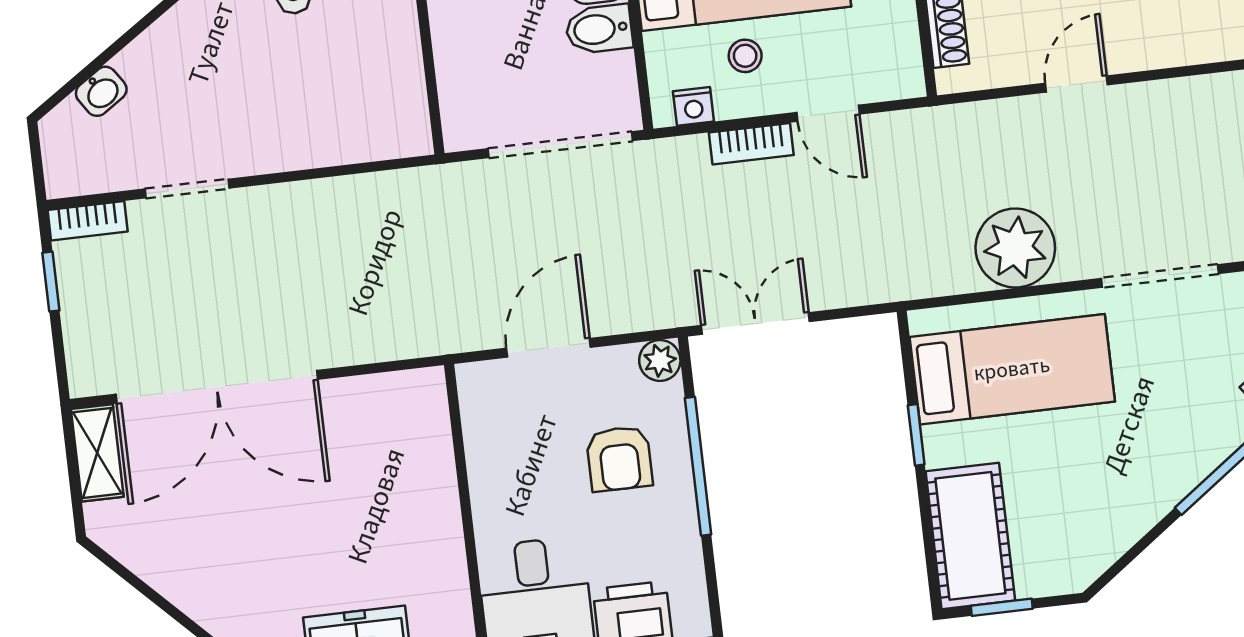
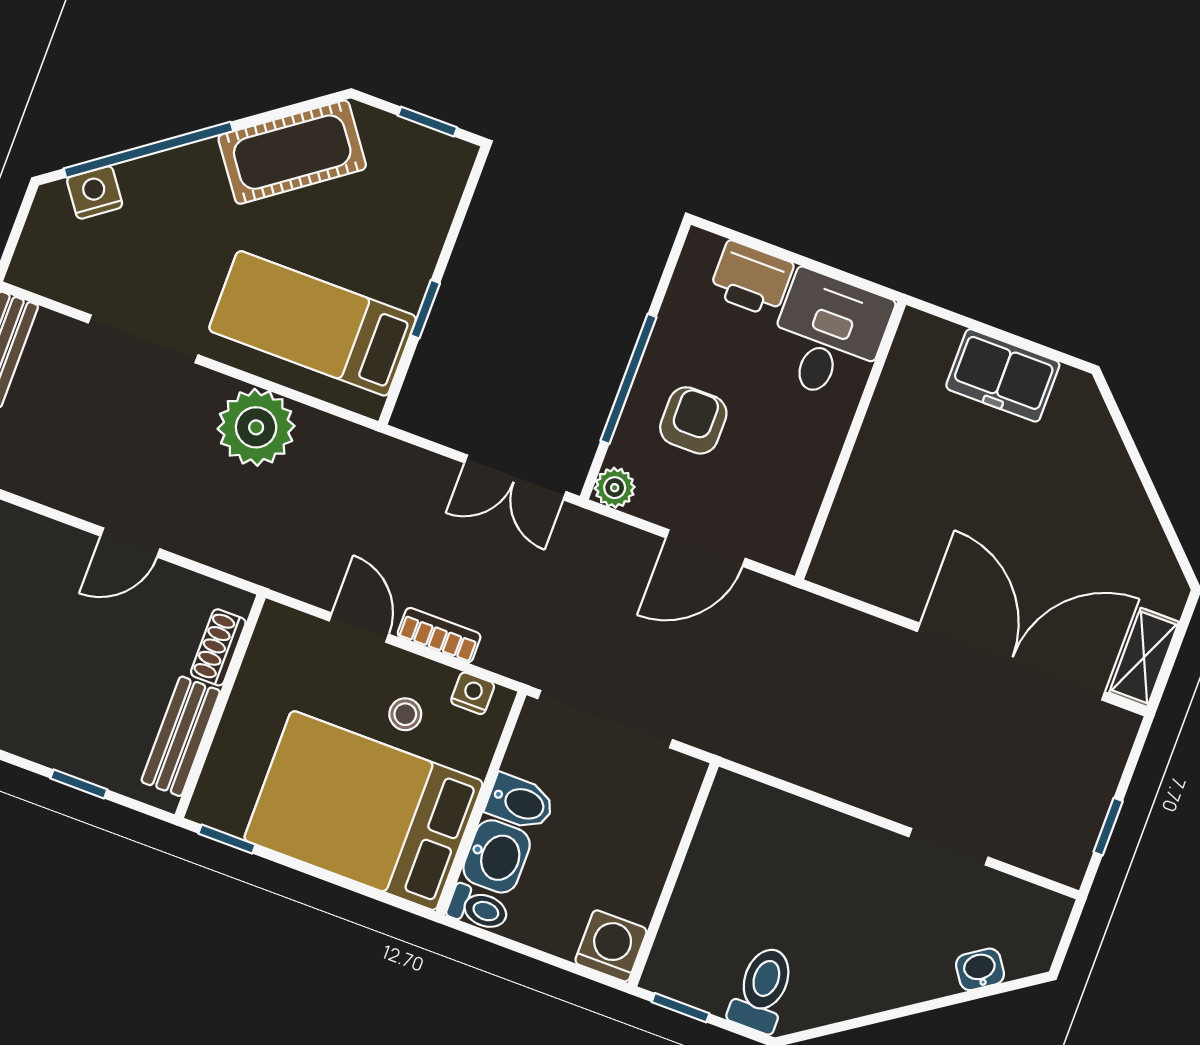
bookcase: (88, 221) -> (1049, 863), removed
cot: (970, 536) -> (292, 152), moved, turned 54

